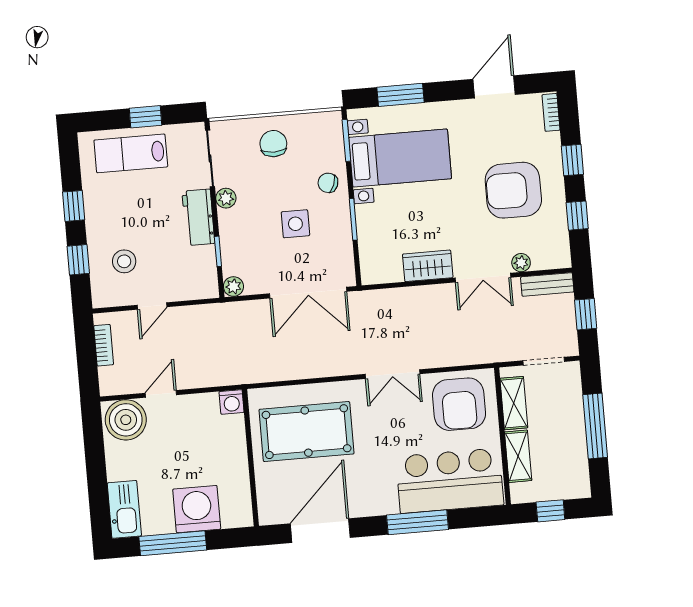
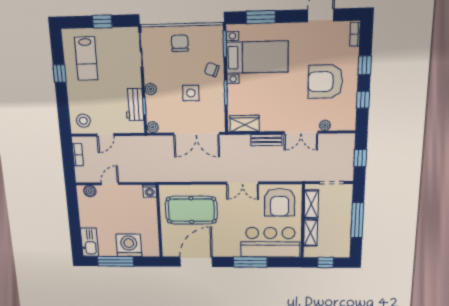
lab bench: (131, 153) -> (86, 59), moved, turned -90
plant: (226, 198) -> (151, 89), moved
workbench: (198, 217) -> (134, 105), moved
window: (78, 260) -> (63, 105), removed
stool: (124, 261) -> (83, 121), moved
wardrobe: (428, 266) -> (245, 124), moved
bench: (547, 284) -> (266, 140), moved
boiler: (126, 420) -> (90, 191), width x0.54, depth x0.54

